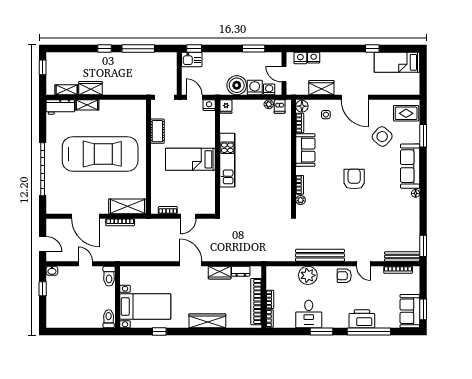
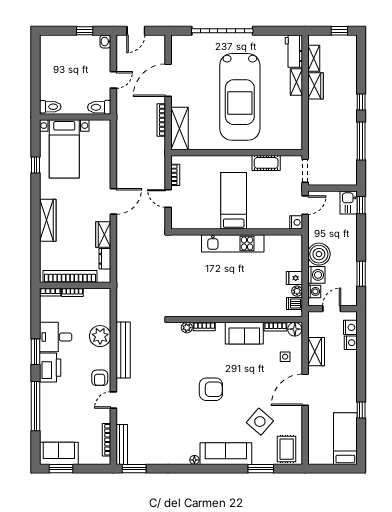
fridge: (226, 107) -> (294, 278), moved
armchair: (344, 276) -> (100, 378), turned 180
printer: (362, 319) -> (50, 368), moved

